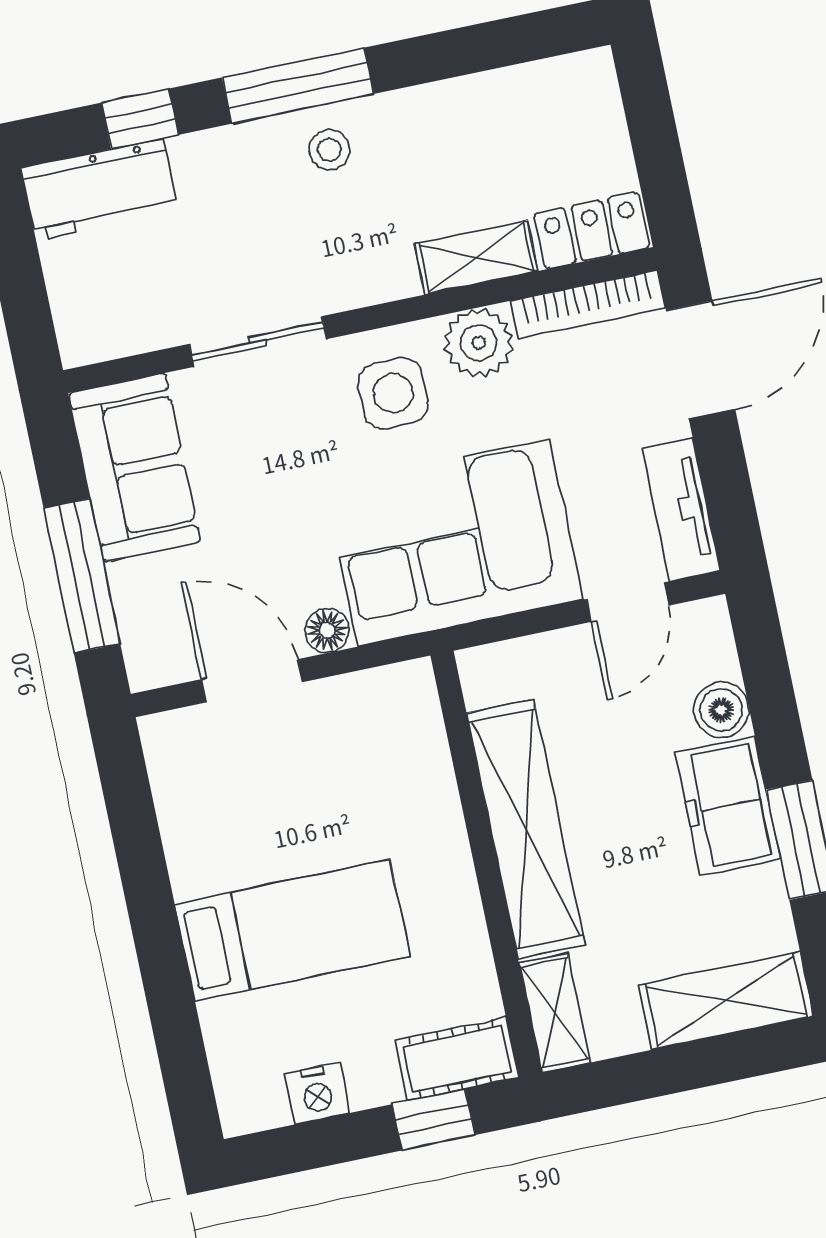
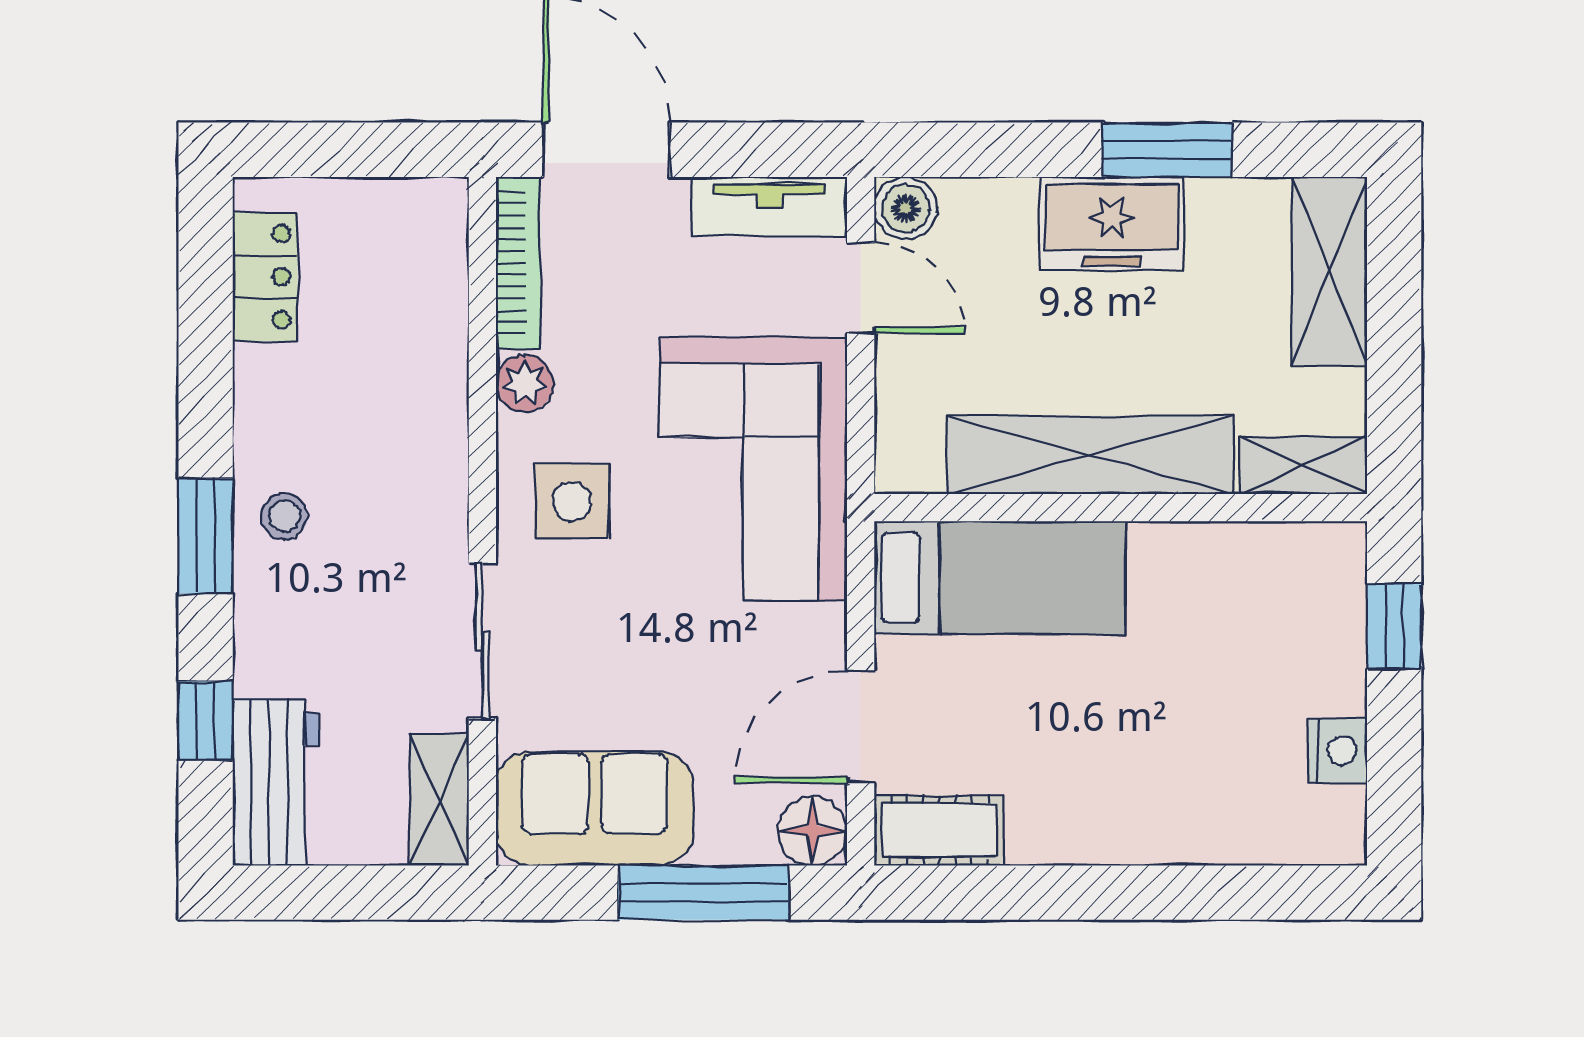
window: (298, 86) -> (206, 536), width x0.69
locker: (592, 231) -> (265, 277), moved, turned 180
shelving: (476, 257) -> (439, 800), moved
plant: (479, 343) -> (525, 383), width x0.73, depth x0.73
floor lamp: (327, 630) -> (813, 831), moved, width x1.37, depth x1.37
boiler: (721, 710) -> (906, 208), moved
bed: (292, 930) -> (1000, 578), moved, turned 90
cot: (457, 1059) -> (939, 830), moved, turned 90

